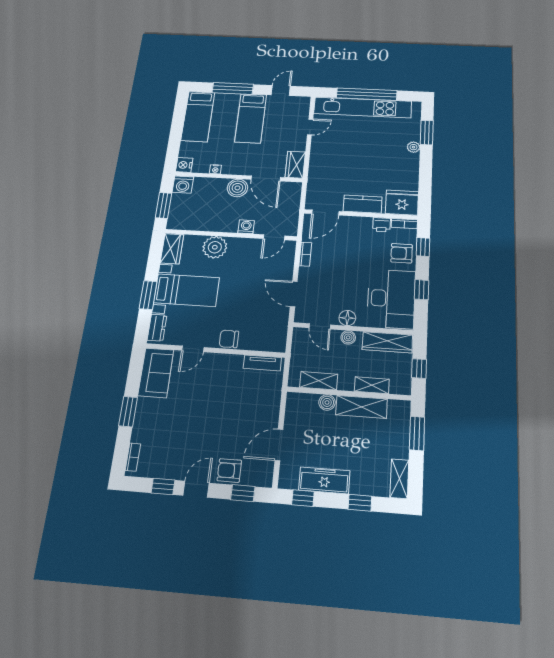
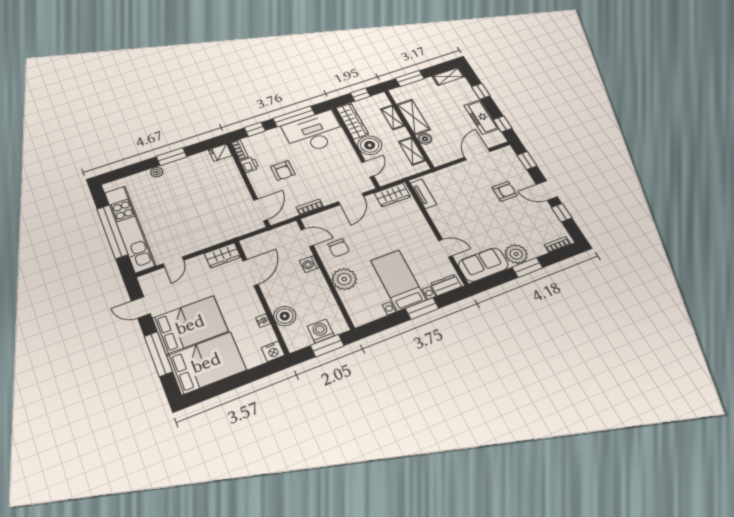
bed: (198, 116) -> (206, 363), width x1.50
bed: (251, 118) -> (190, 325), width x1.50
door: (310, 127) -> (173, 262), swing flipped
window: (427, 133) -> (172, 157), moved
washing machine: (183, 185) -> (321, 331), moved, turned -90
boiler: (237, 188) -> (285, 316), moved
fridge: (402, 203) -> (220, 153), width x0.53, depth x0.75
kitchen counter: (363, 204) -> (237, 186), removed
door: (325, 213) -> (260, 210), hinge flipped
wardrobe: (172, 249) -> (392, 195), moved, turned 180
armchair: (402, 253) -> (283, 170), moved
window: (422, 290) -> (294, 116), width x2.17
floor lamp: (347, 318) -> (349, 154), removed
boiler: (348, 337) -> (370, 145), width x1.86, depth x1.86
chair: (229, 339) -> (339, 248), moved
plant: (148, 410) -> (516, 254), added
door: (279, 445) -> (477, 154), swing flipped
armchair: (229, 470) -> (505, 191), moved, turned -90

